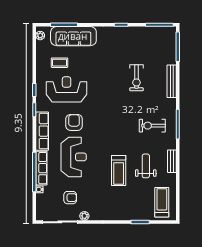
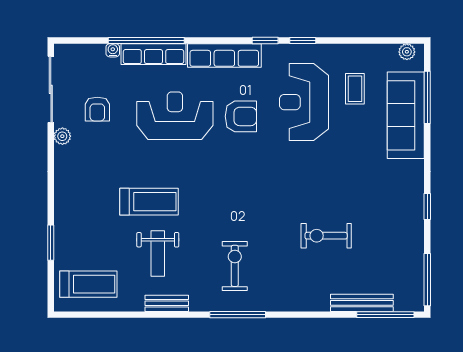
bench: (172, 81) -> (362, 303), moved
reception desk: (67, 89) -> (304, 102), turned 180
reception desk: (74, 157) -> (175, 116), turned 180
weight bench: (146, 166) -> (158, 253), turned 90
treadmill: (119, 170) -> (149, 202), turned 180

